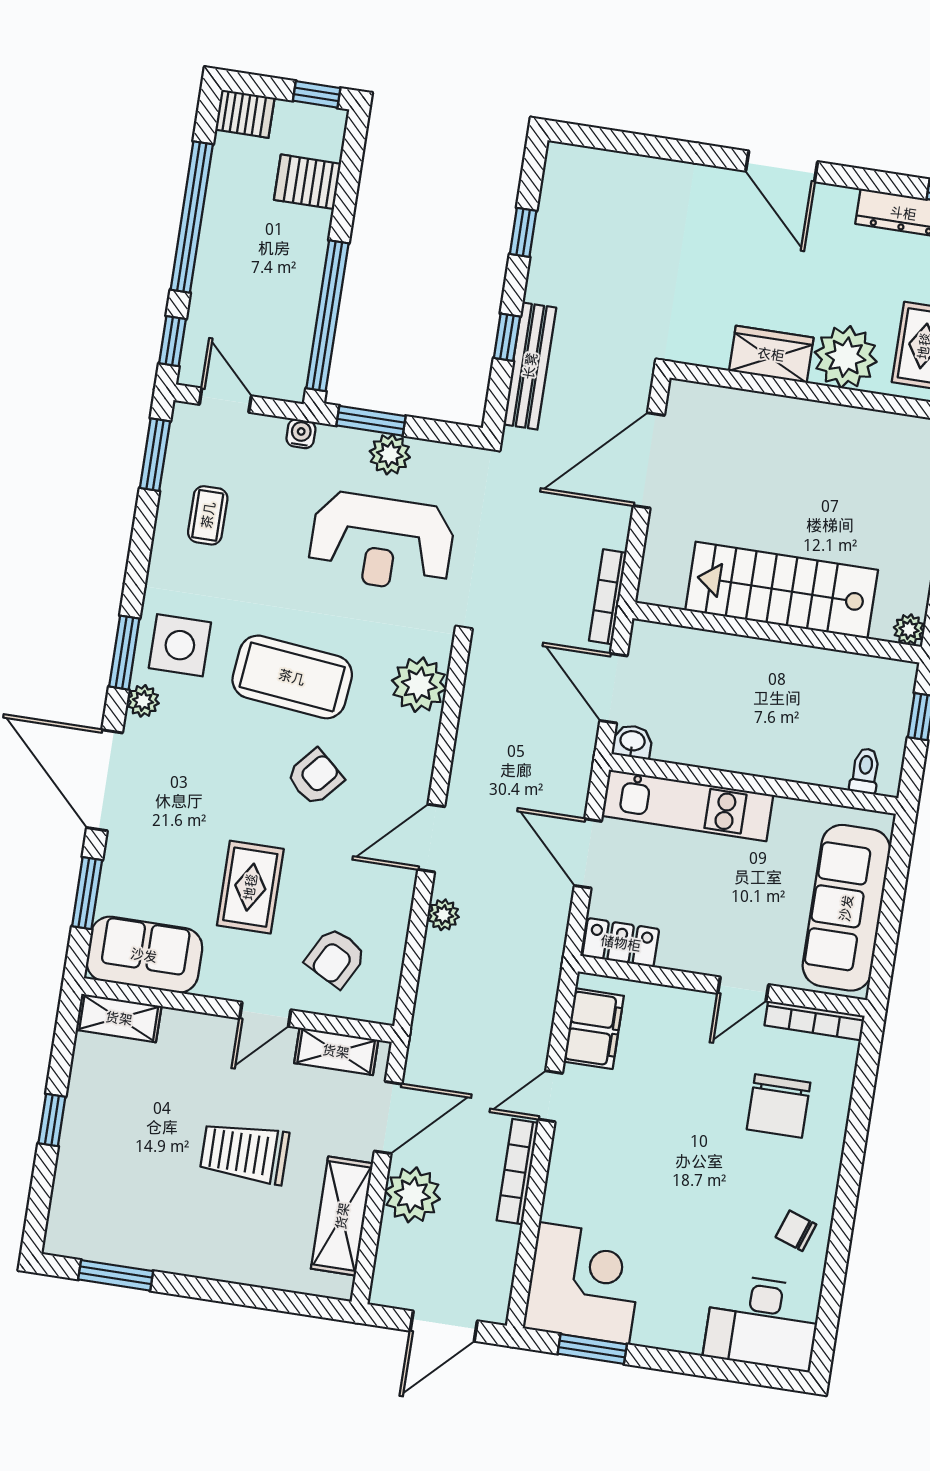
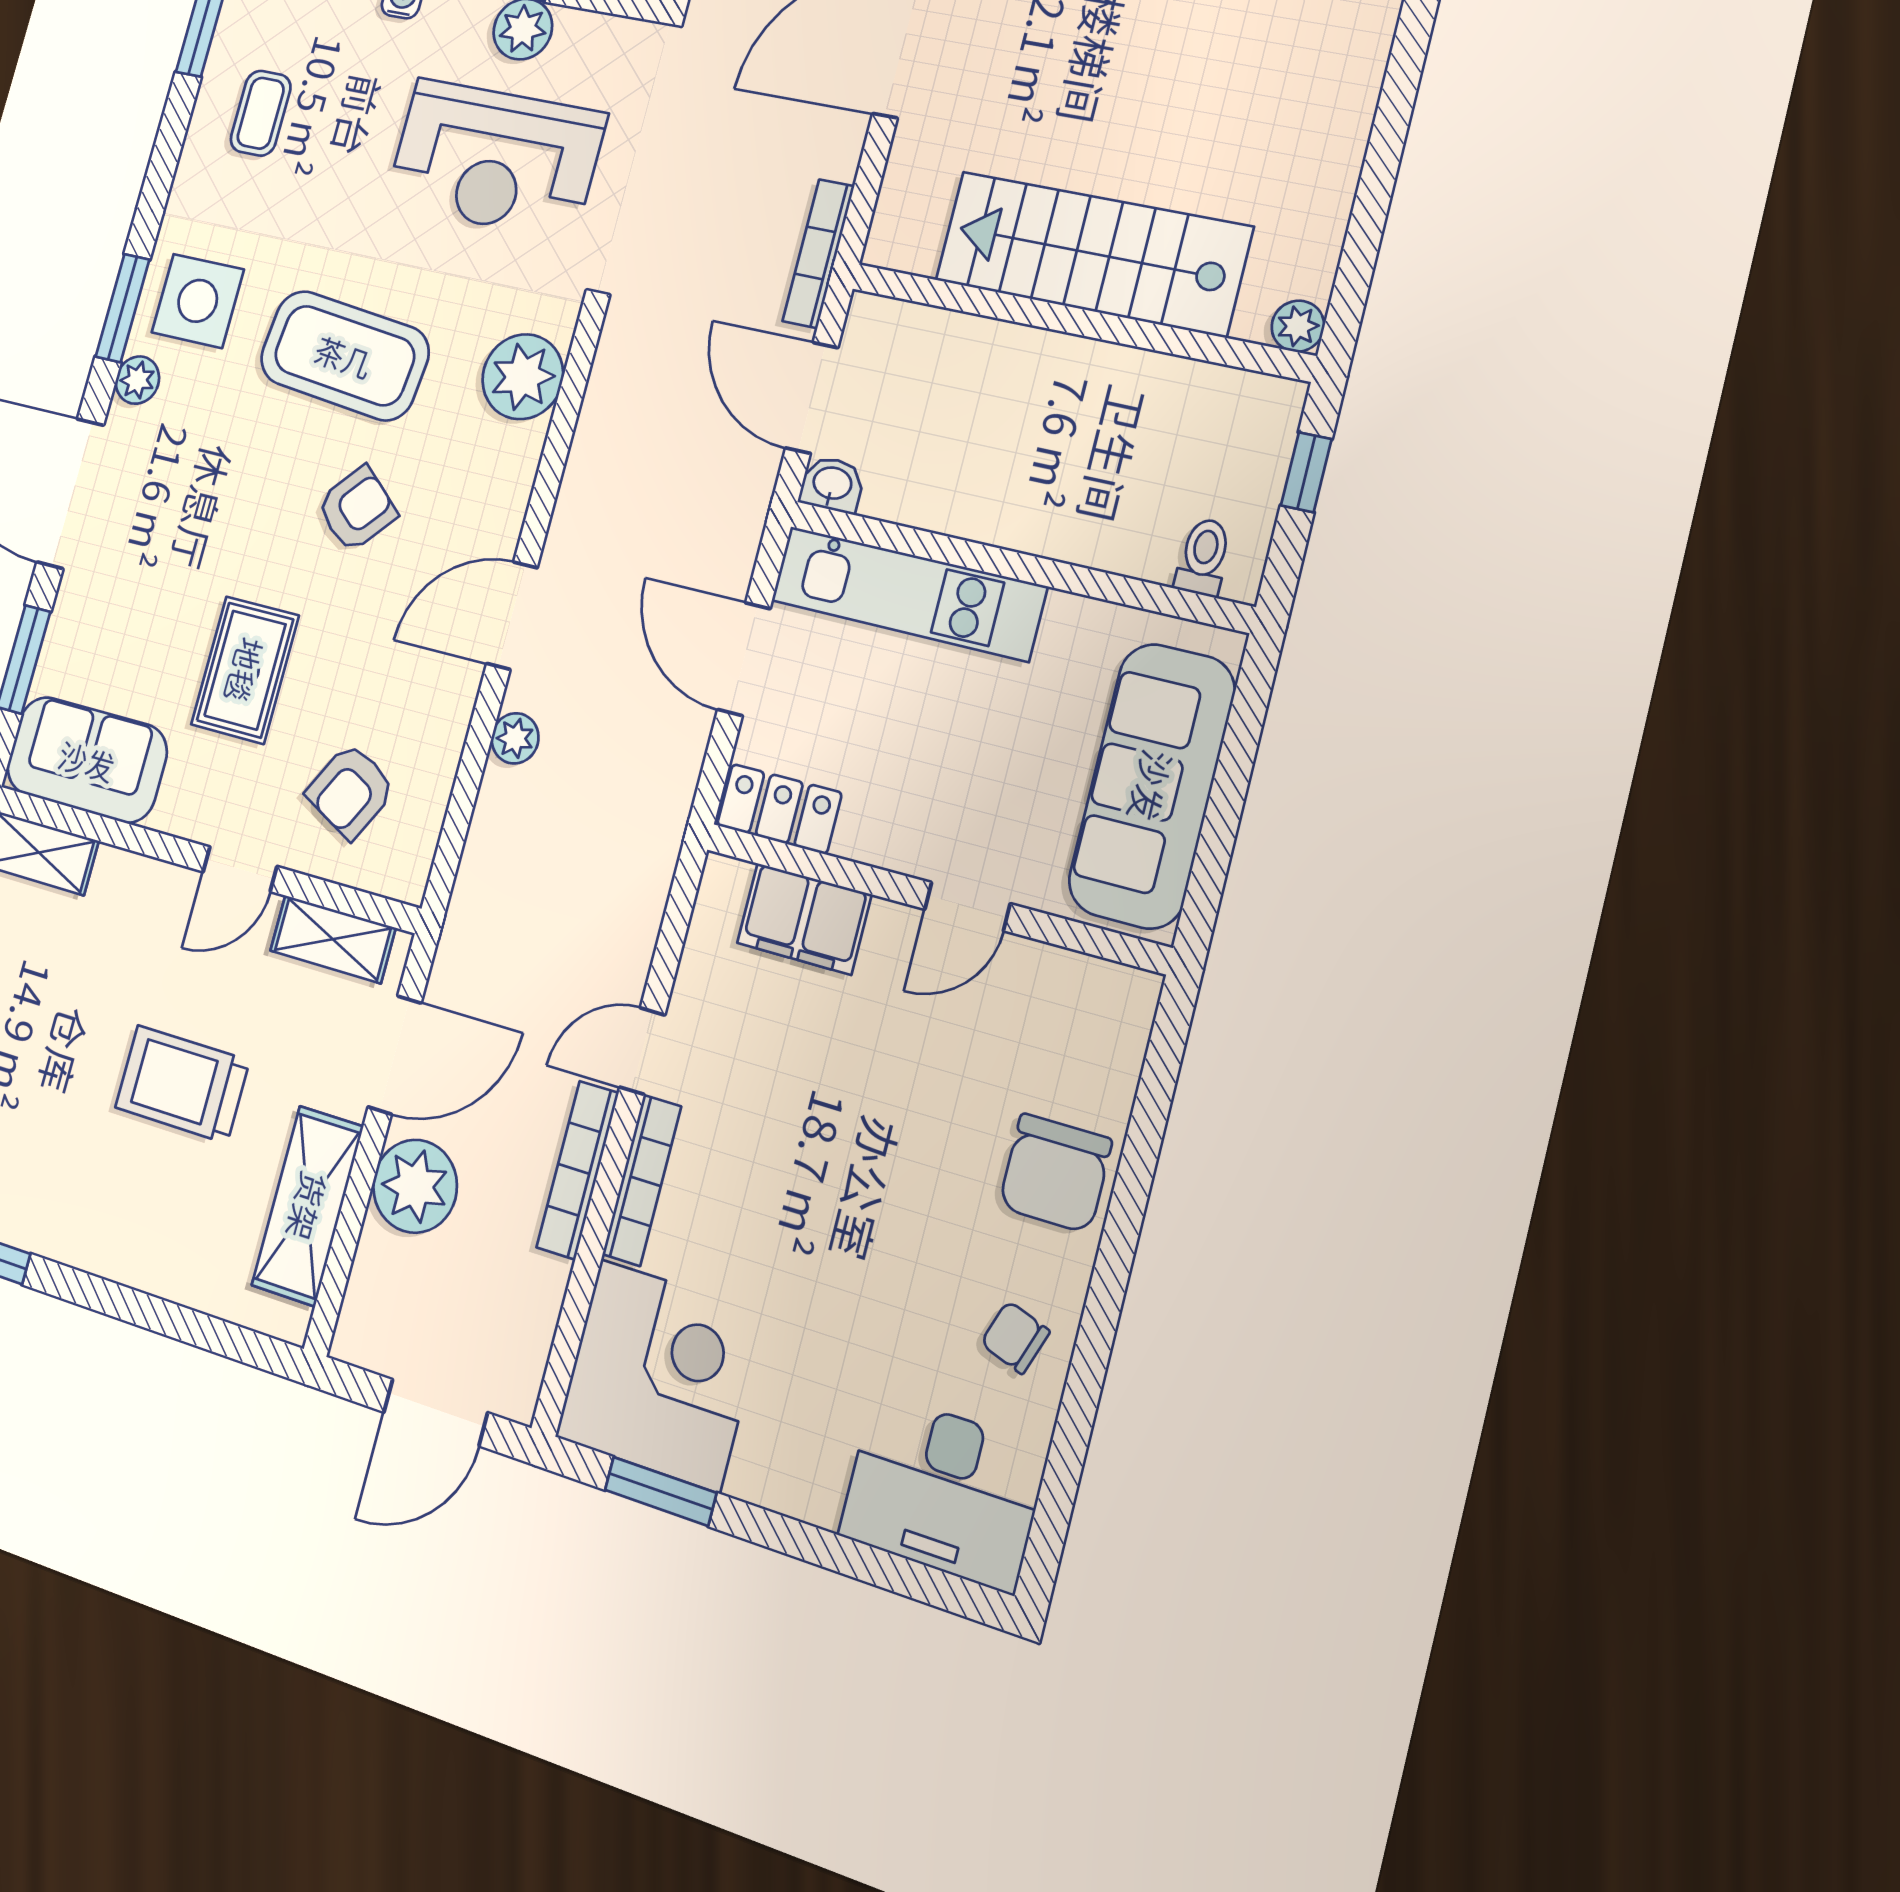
bookcase: (815, 1021) -> (642, 1180), moved, turned -90
filing cabinet: (594, 1029) -> (804, 919), moved, turned 90
chair: (779, 1106) -> (1055, 1173), moved

